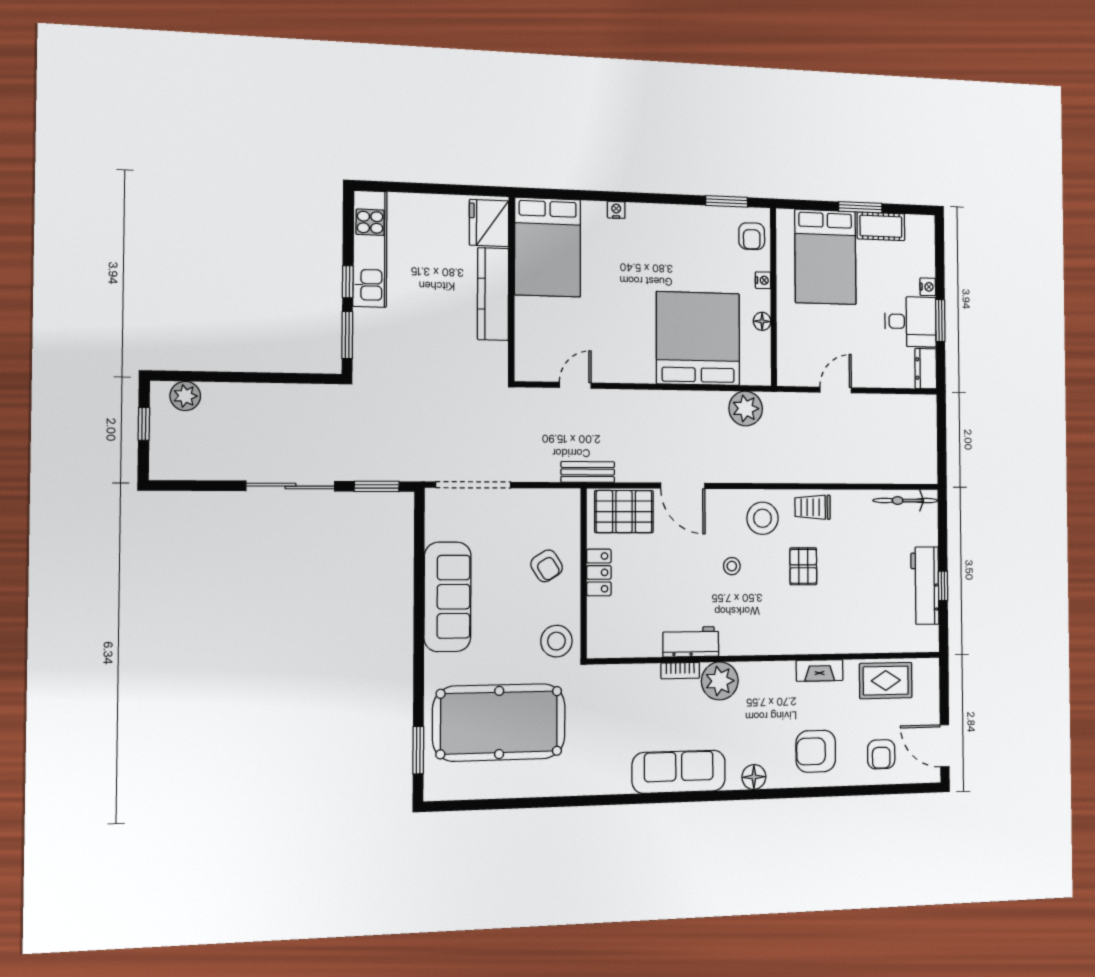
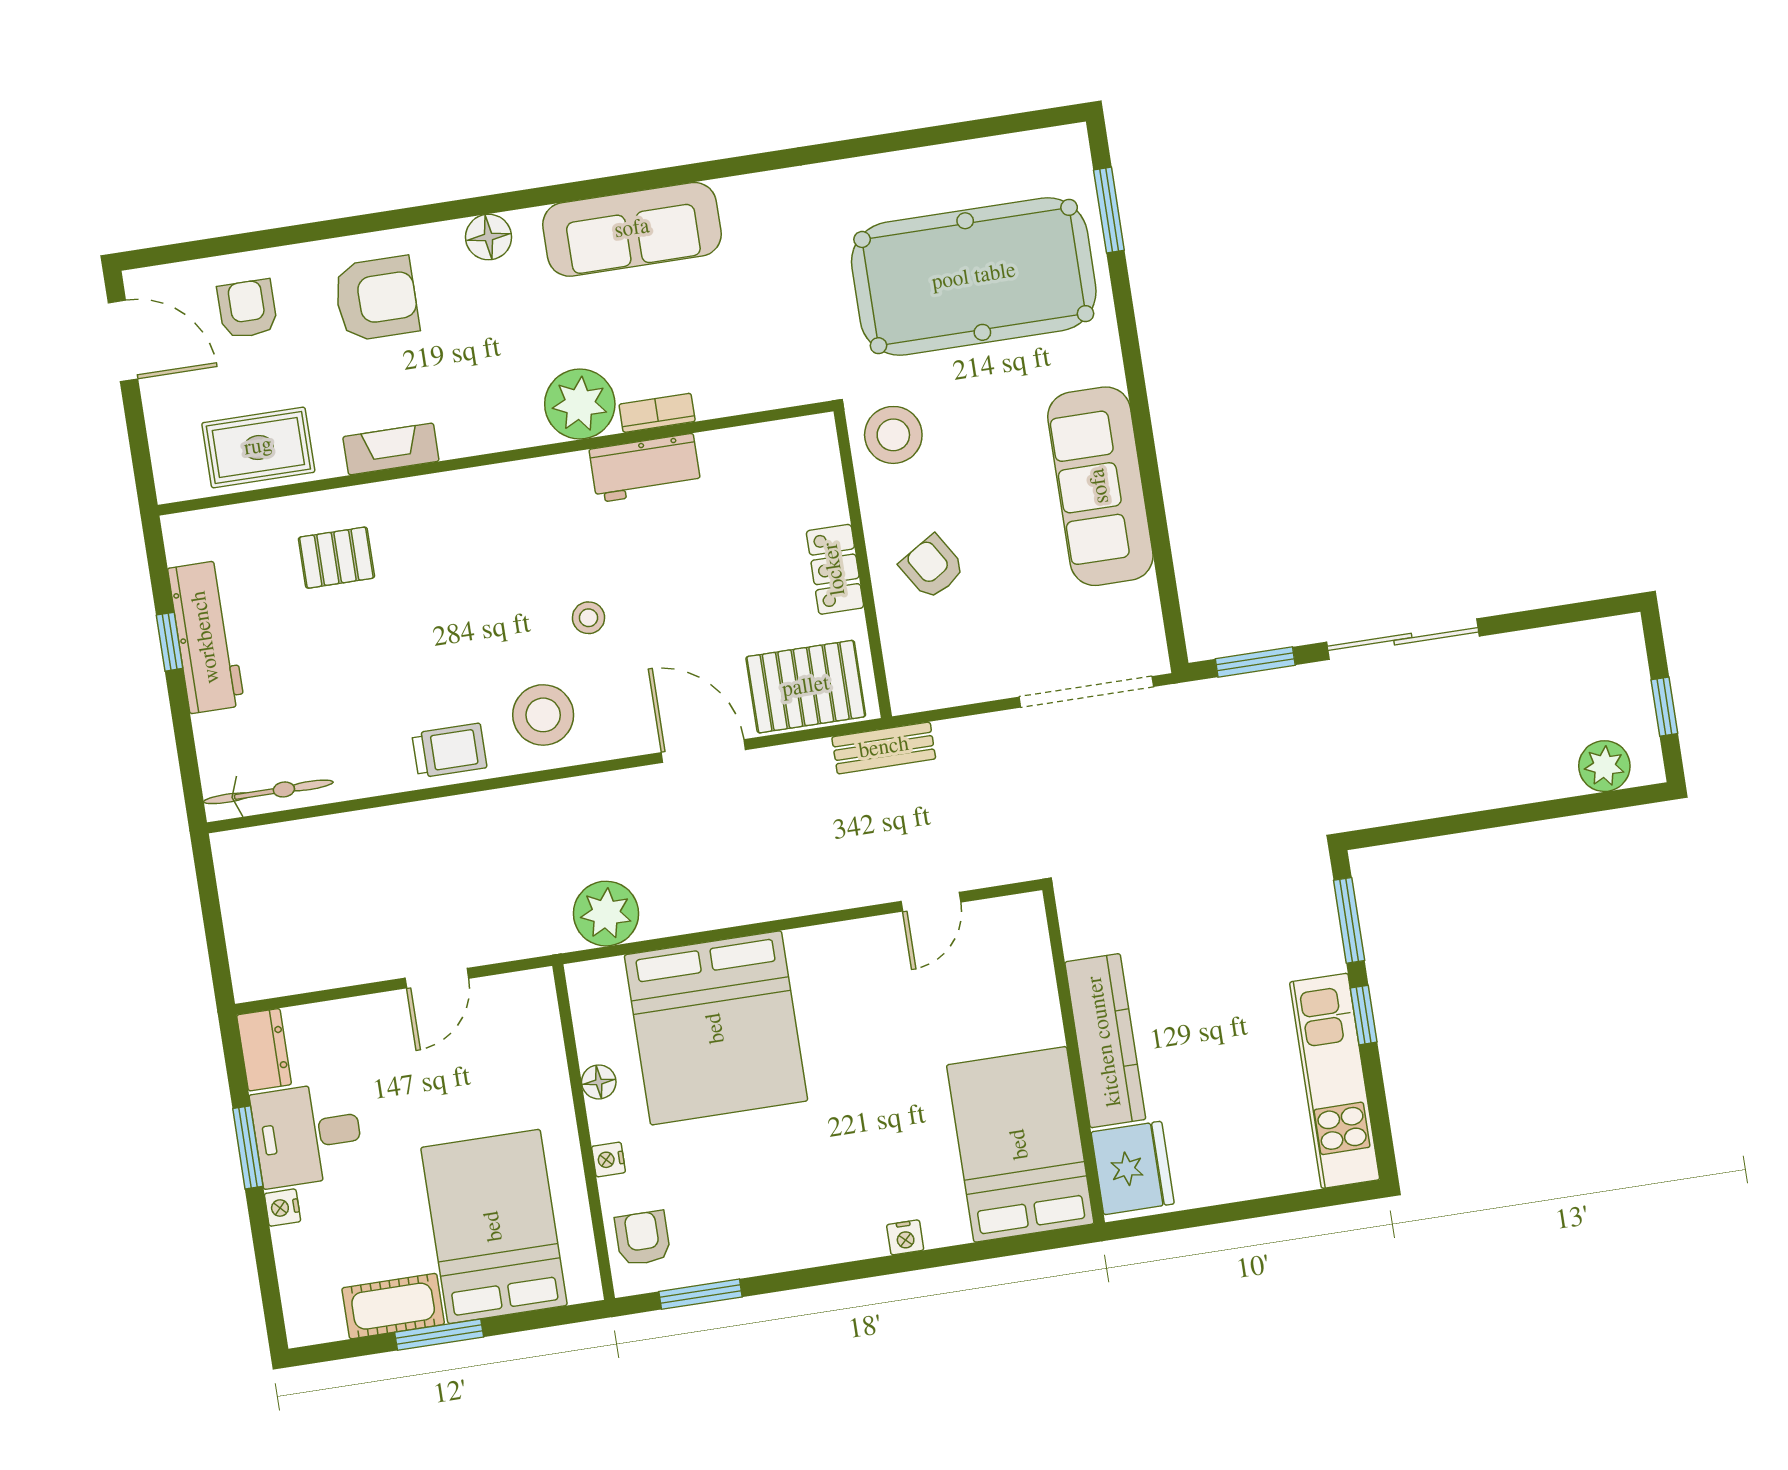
pallet: (803, 566) -> (336, 558), moved, turned 90

